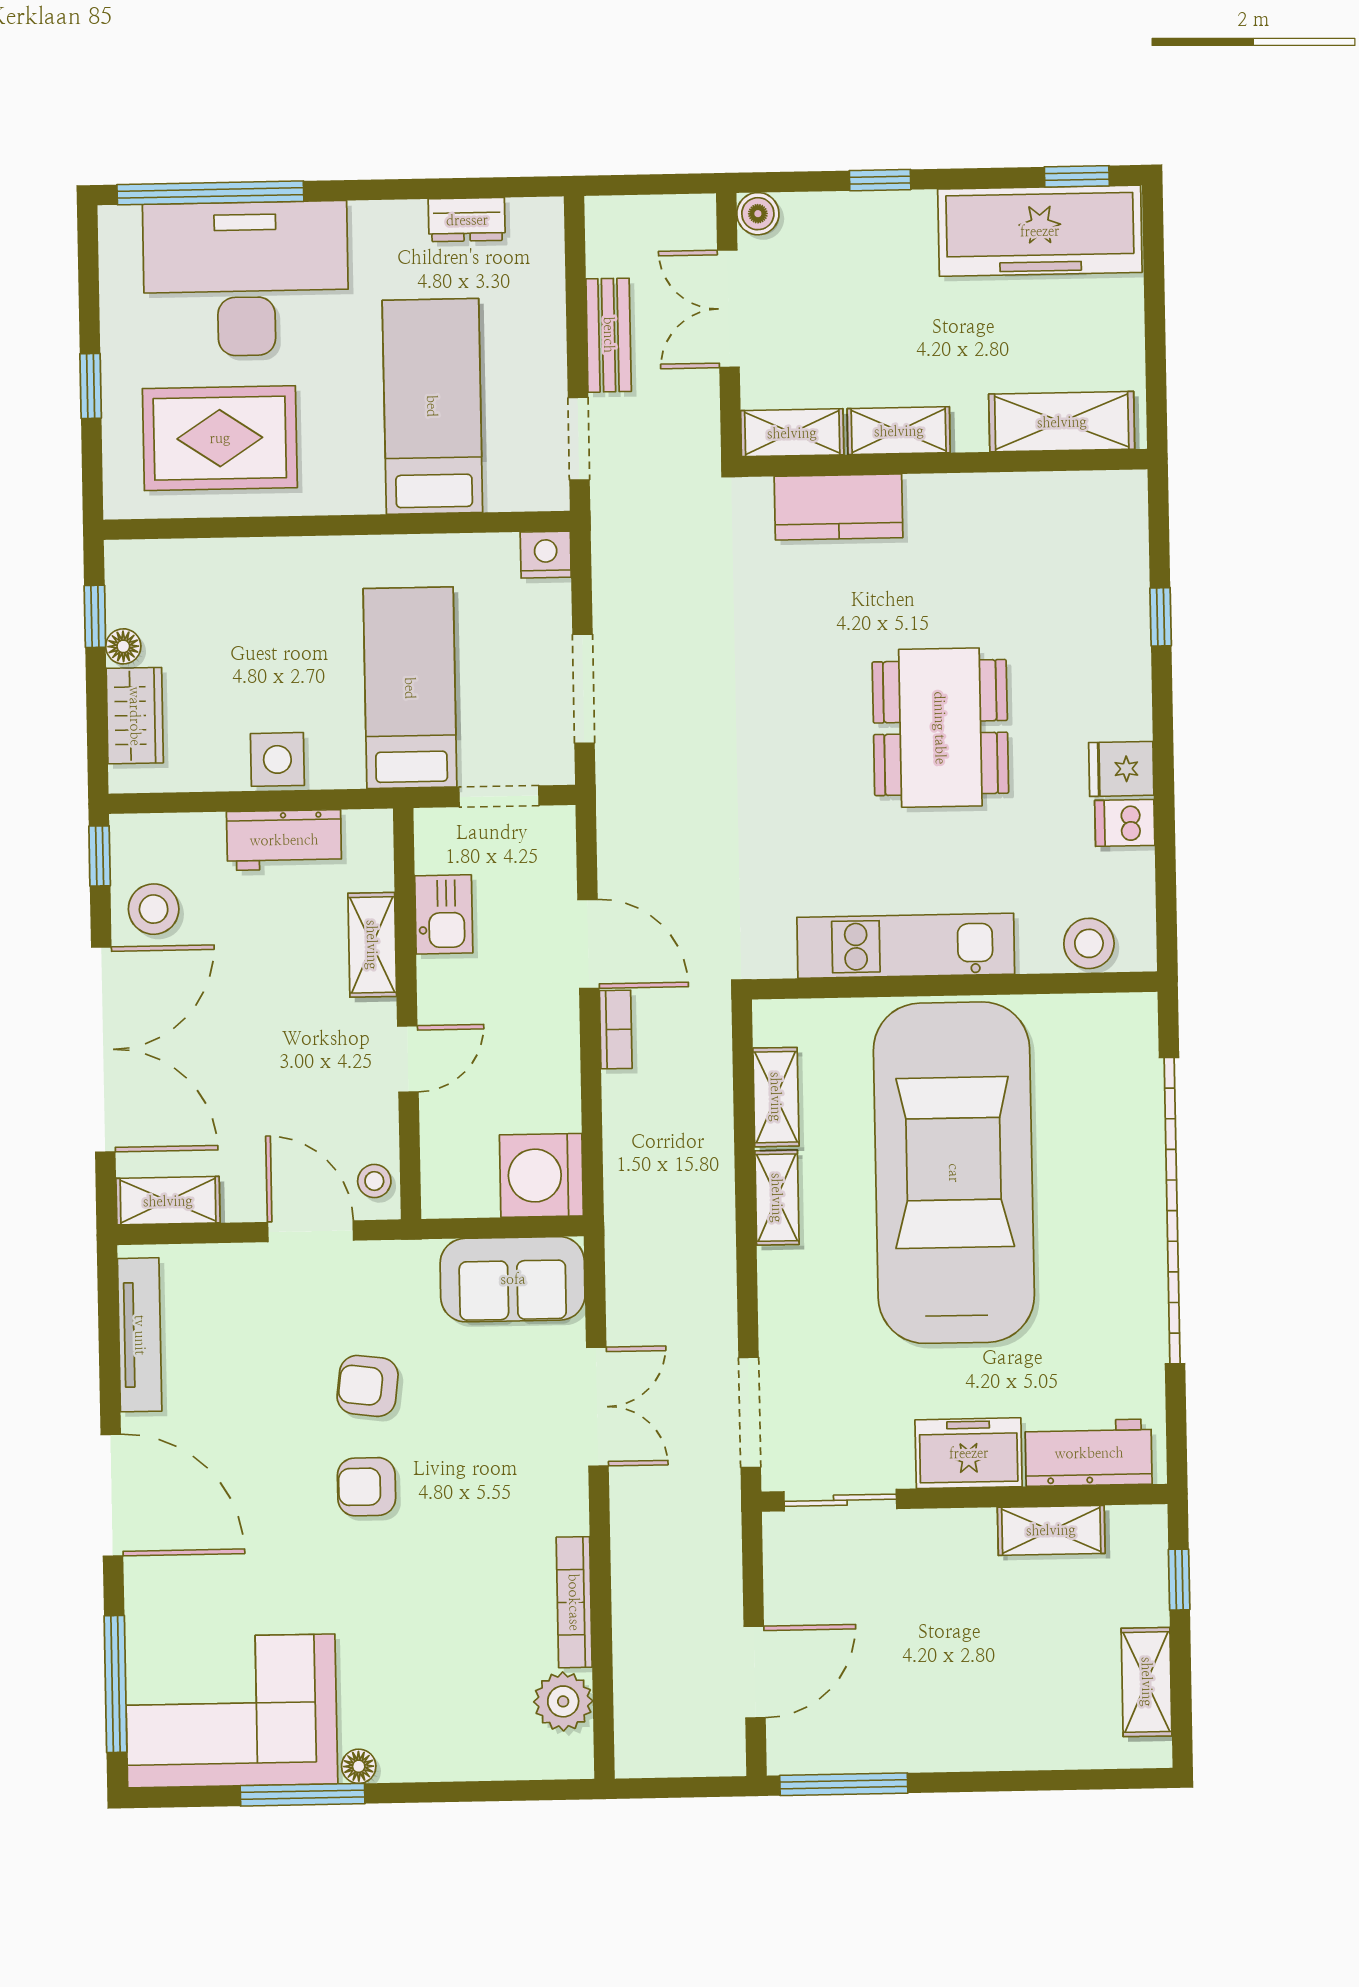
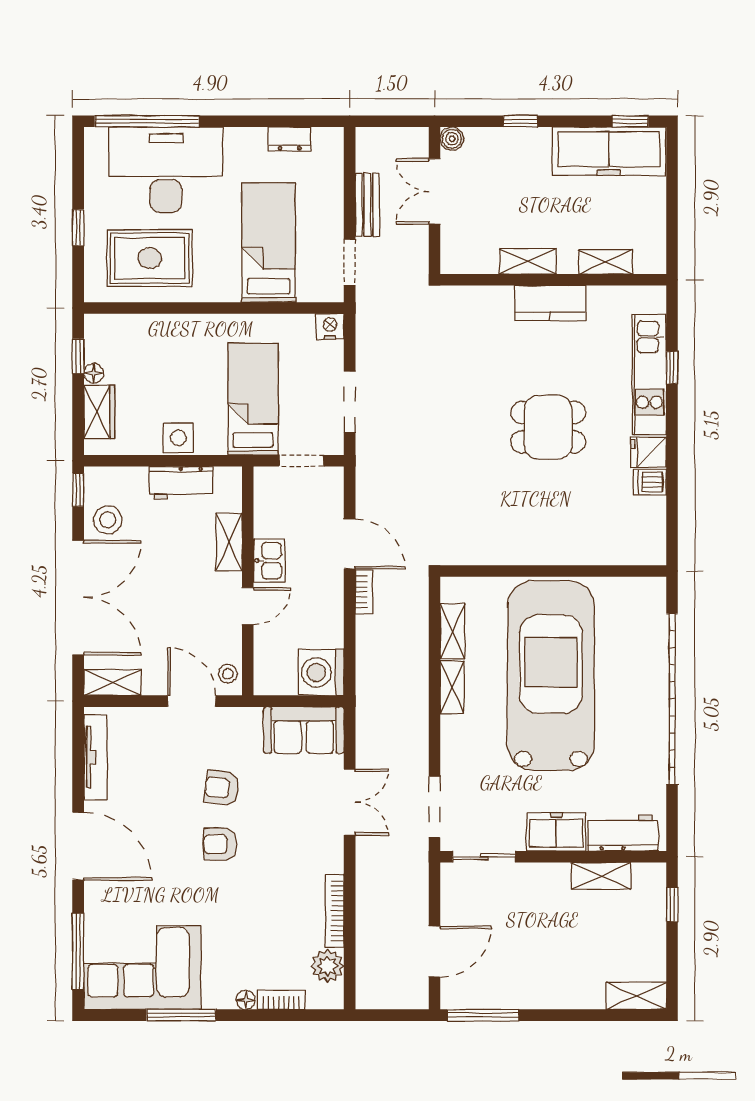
shelving: (1062, 422) -> (606, 262), width x0.67, depth x0.75
shelving: (792, 433) -> (469, 261), removed
kitchen counter: (839, 507) -> (550, 303), moved
dining table: (940, 728) -> (548, 427), width x0.73
kitchen sink: (444, 914) -> (269, 561), moved
stool: (1089, 943) -> (629, 549), removed
kitchen unit: (906, 946) -> (649, 374), moved, turned -90
shelving: (1147, 1682) -> (636, 996), moved, turned 90
bookcase: (481, 1764) -> (281, 1000), added
floor lamp: (359, 1766) -> (246, 1000), moved

